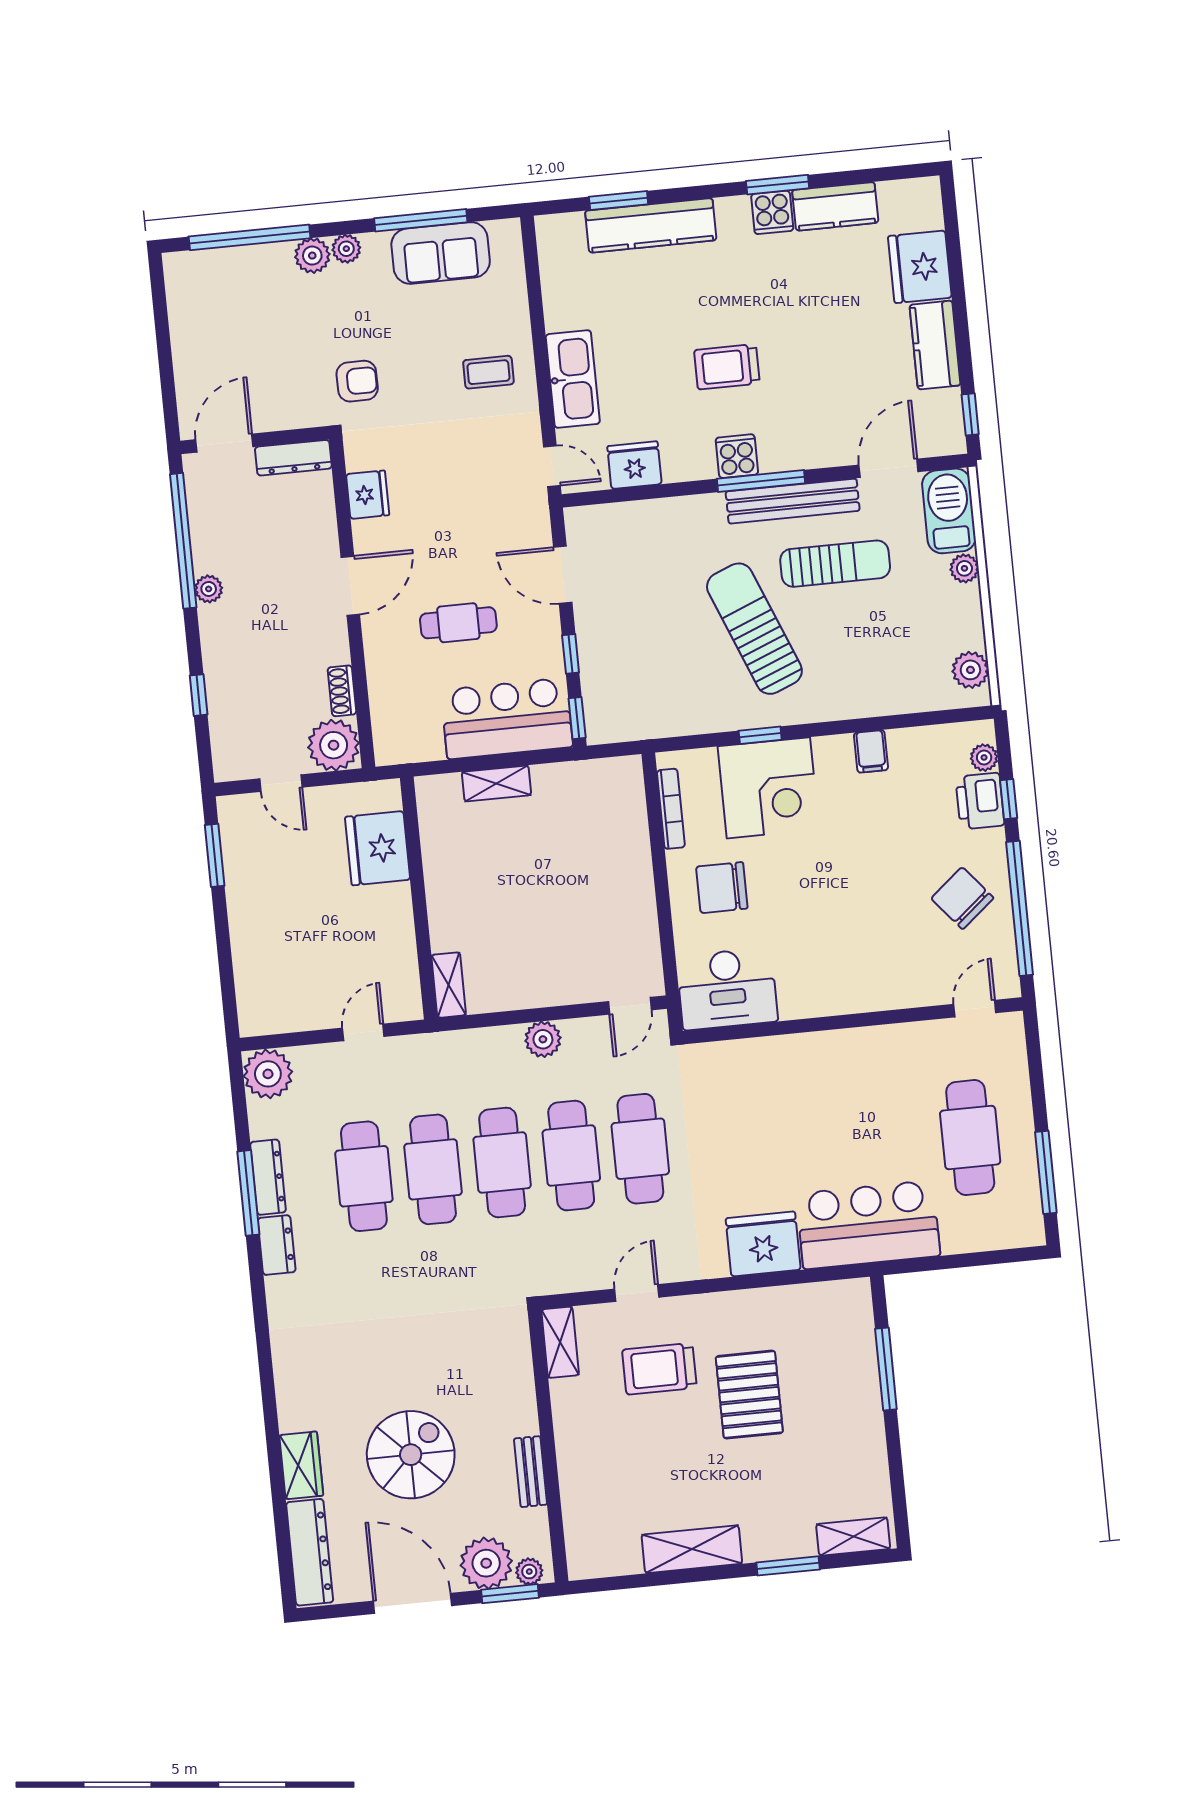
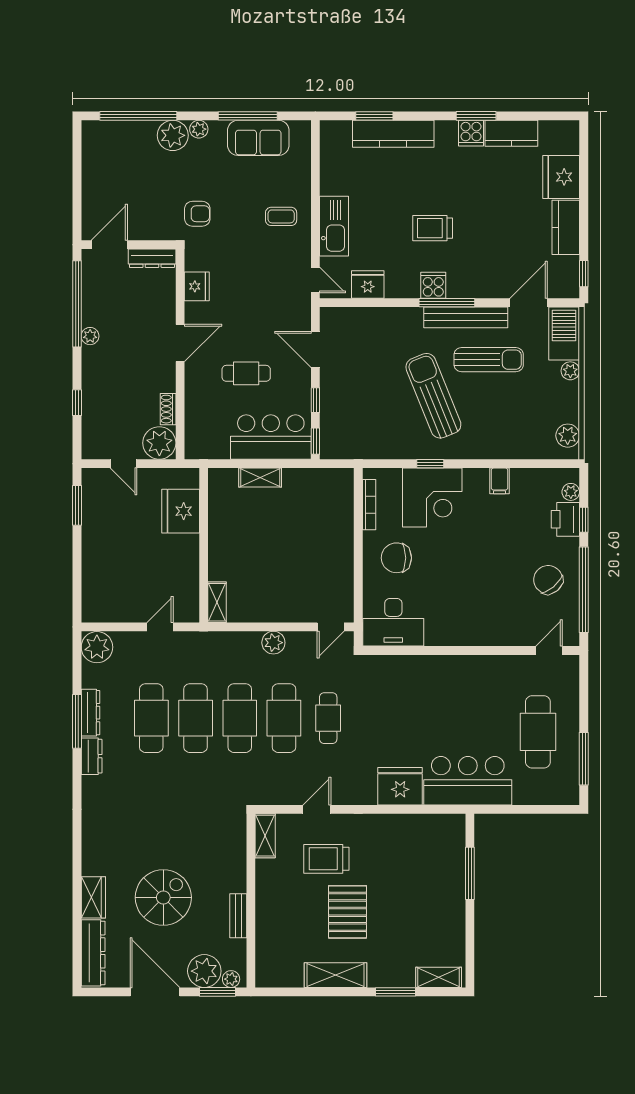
plant: (312, 256) -> (173, 135), width x1.36, depth x1.36
cafe table: (640, 1149) -> (328, 718), width x0.73, depth x0.74
pallet: (749, 1395) -> (348, 912), moved

